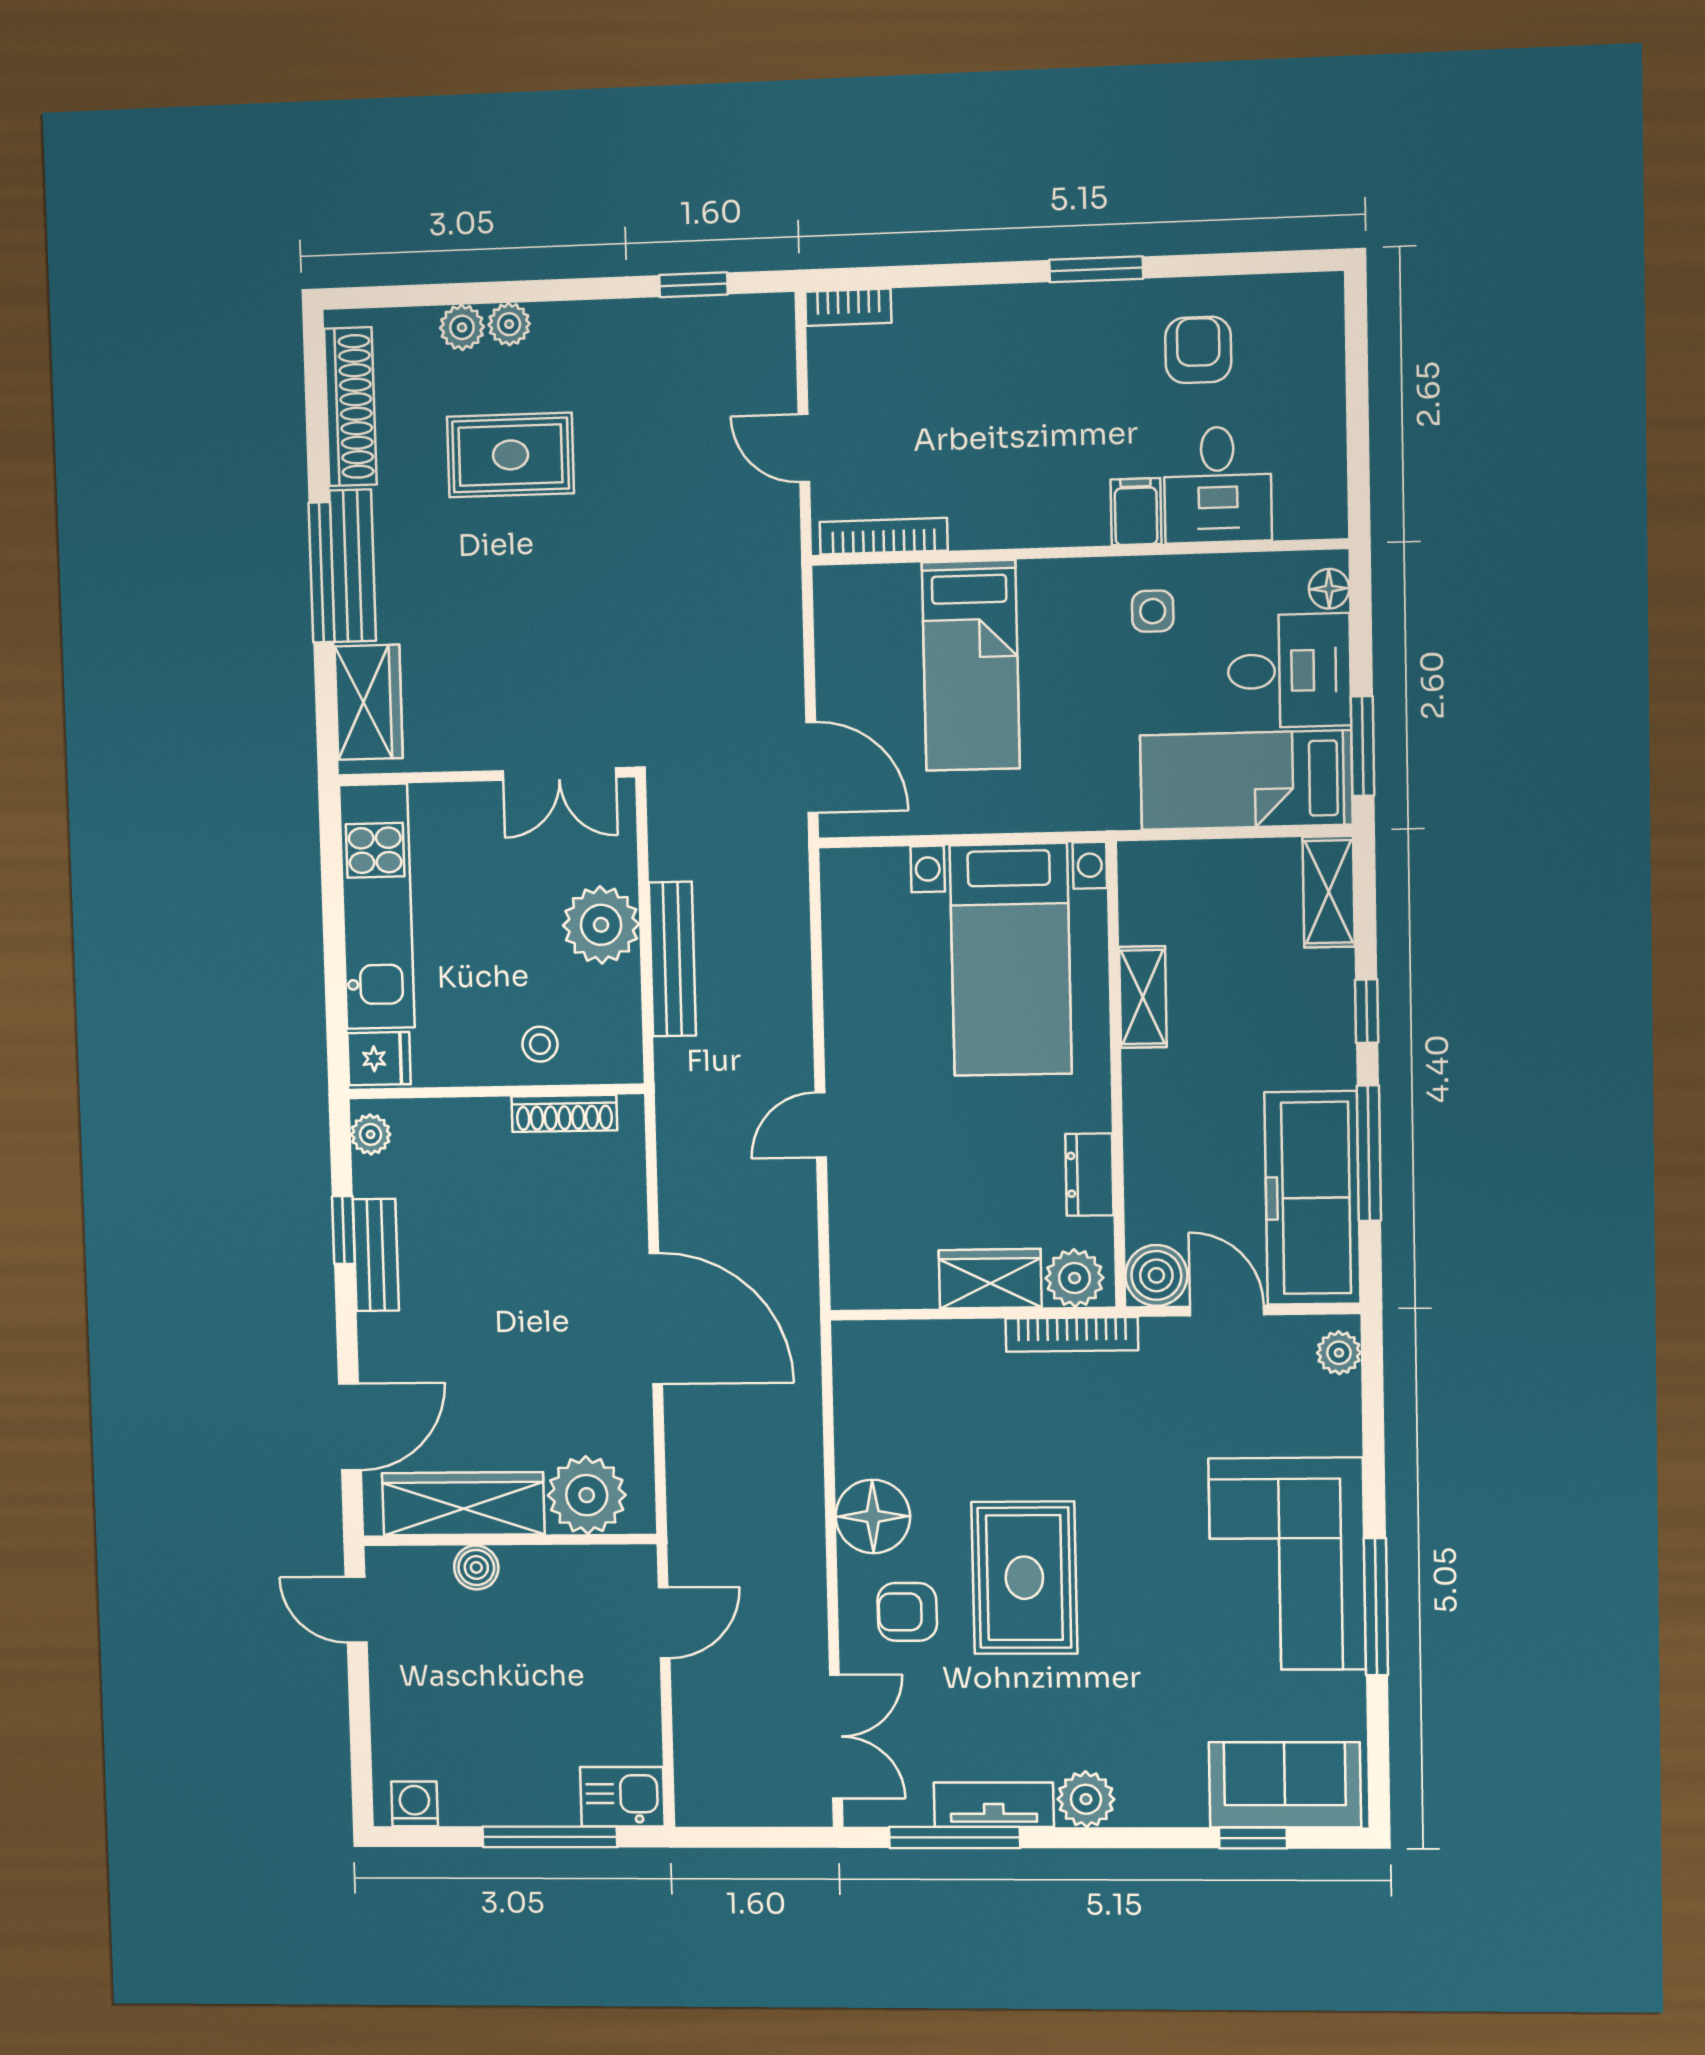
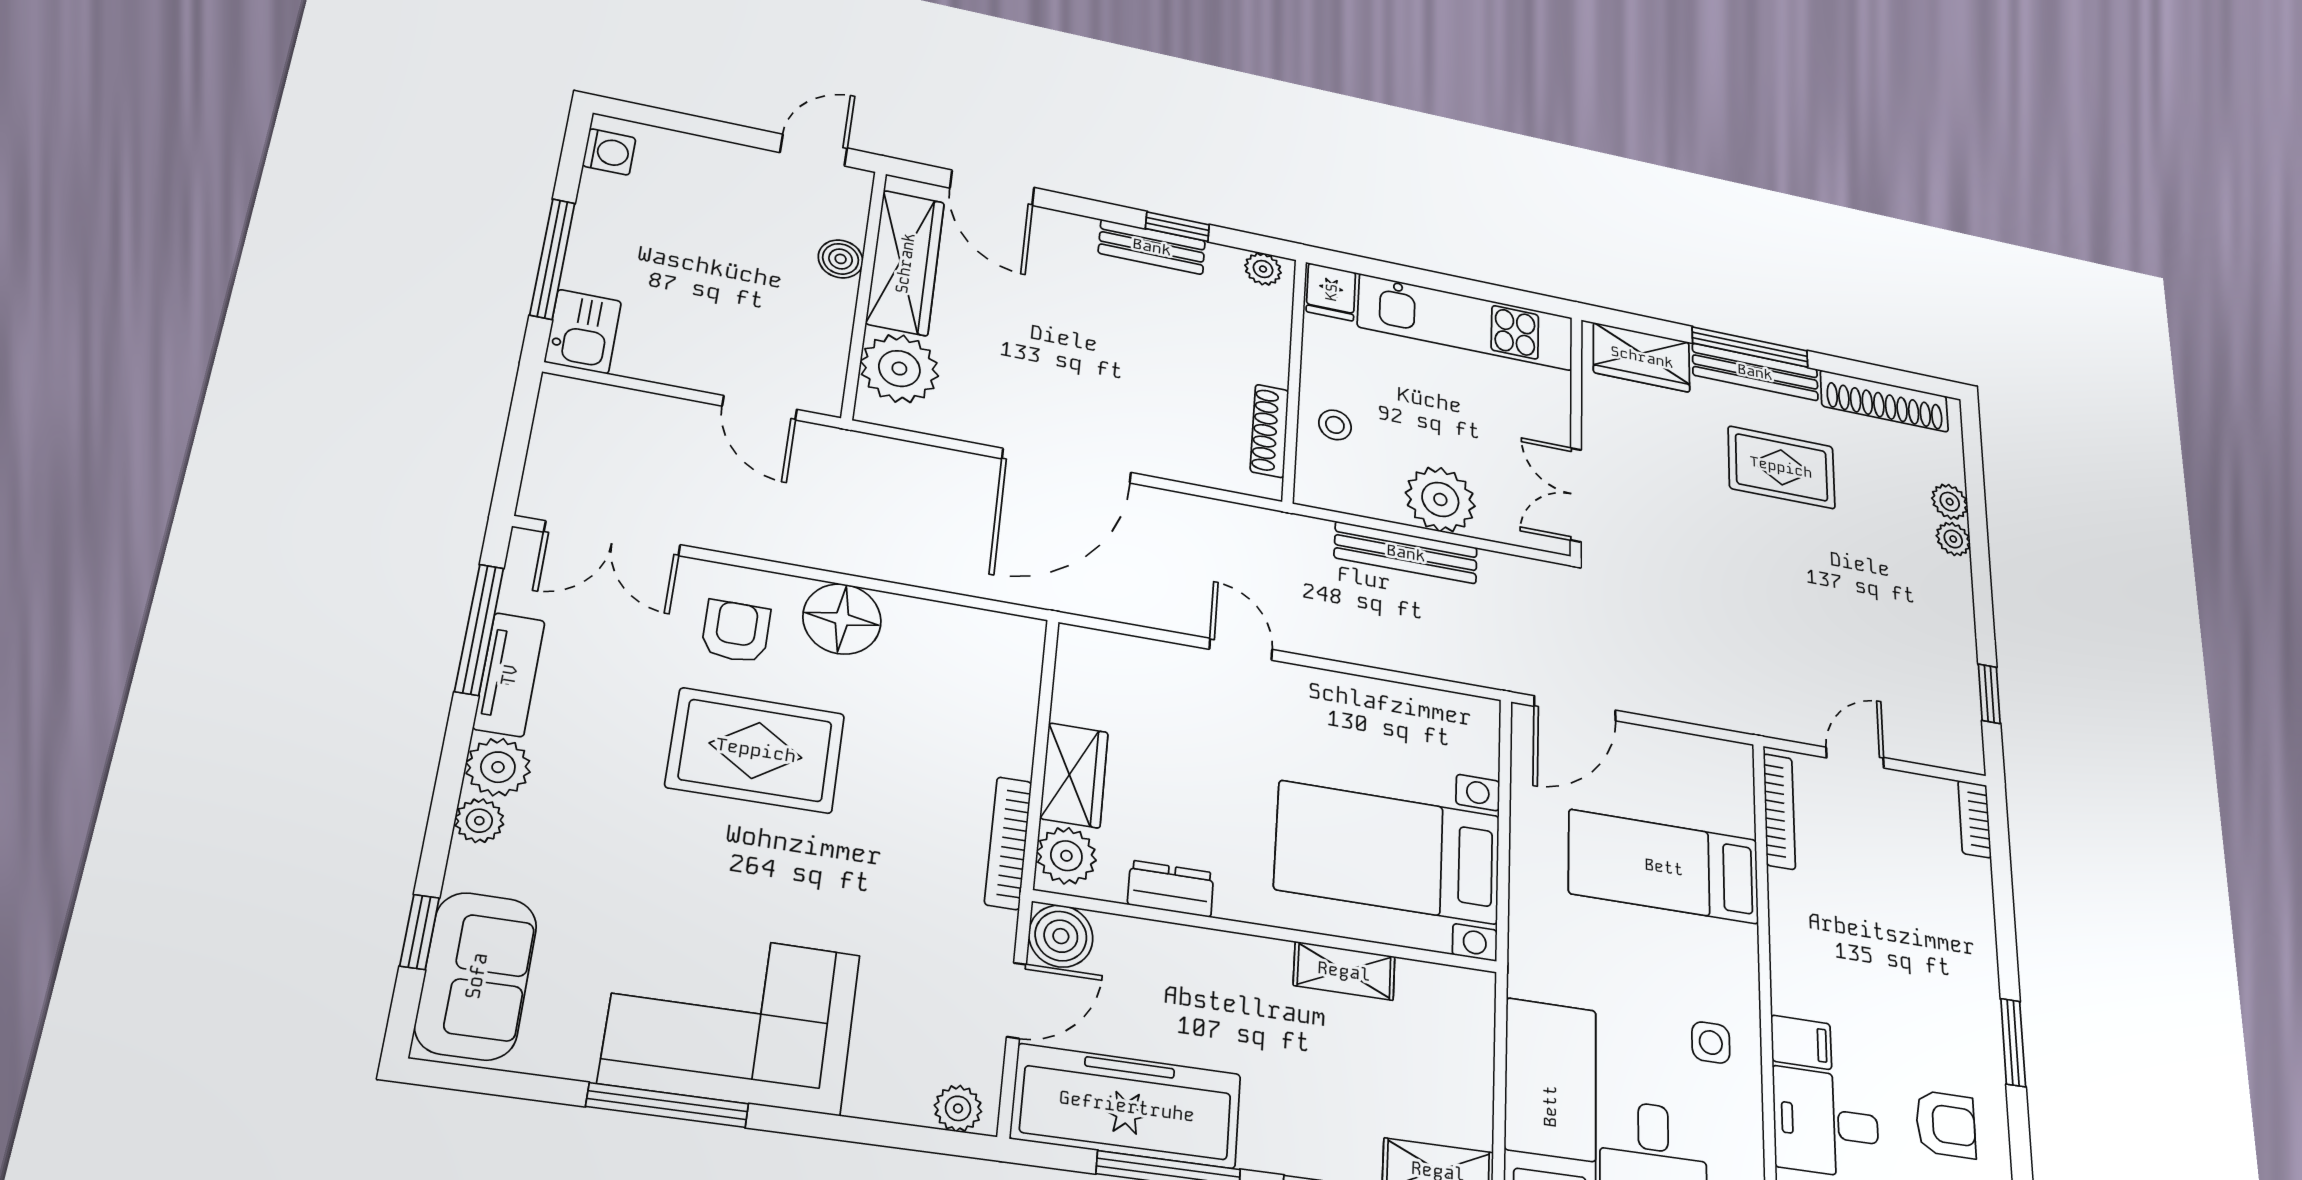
rug: (511, 455) -> (1781, 467), moved, turned 90
plant: (1140, 1806) -> (479, 821), added

